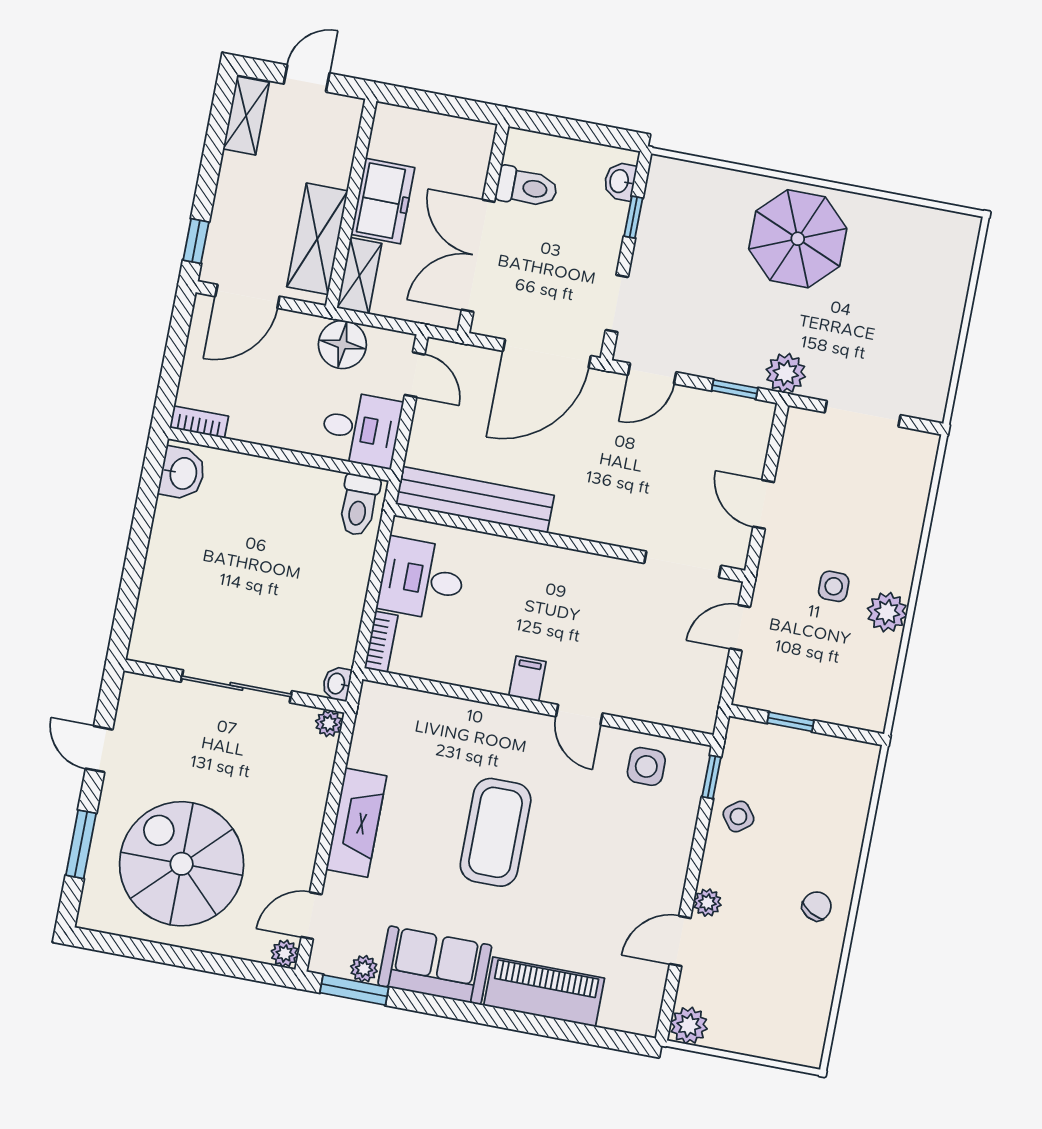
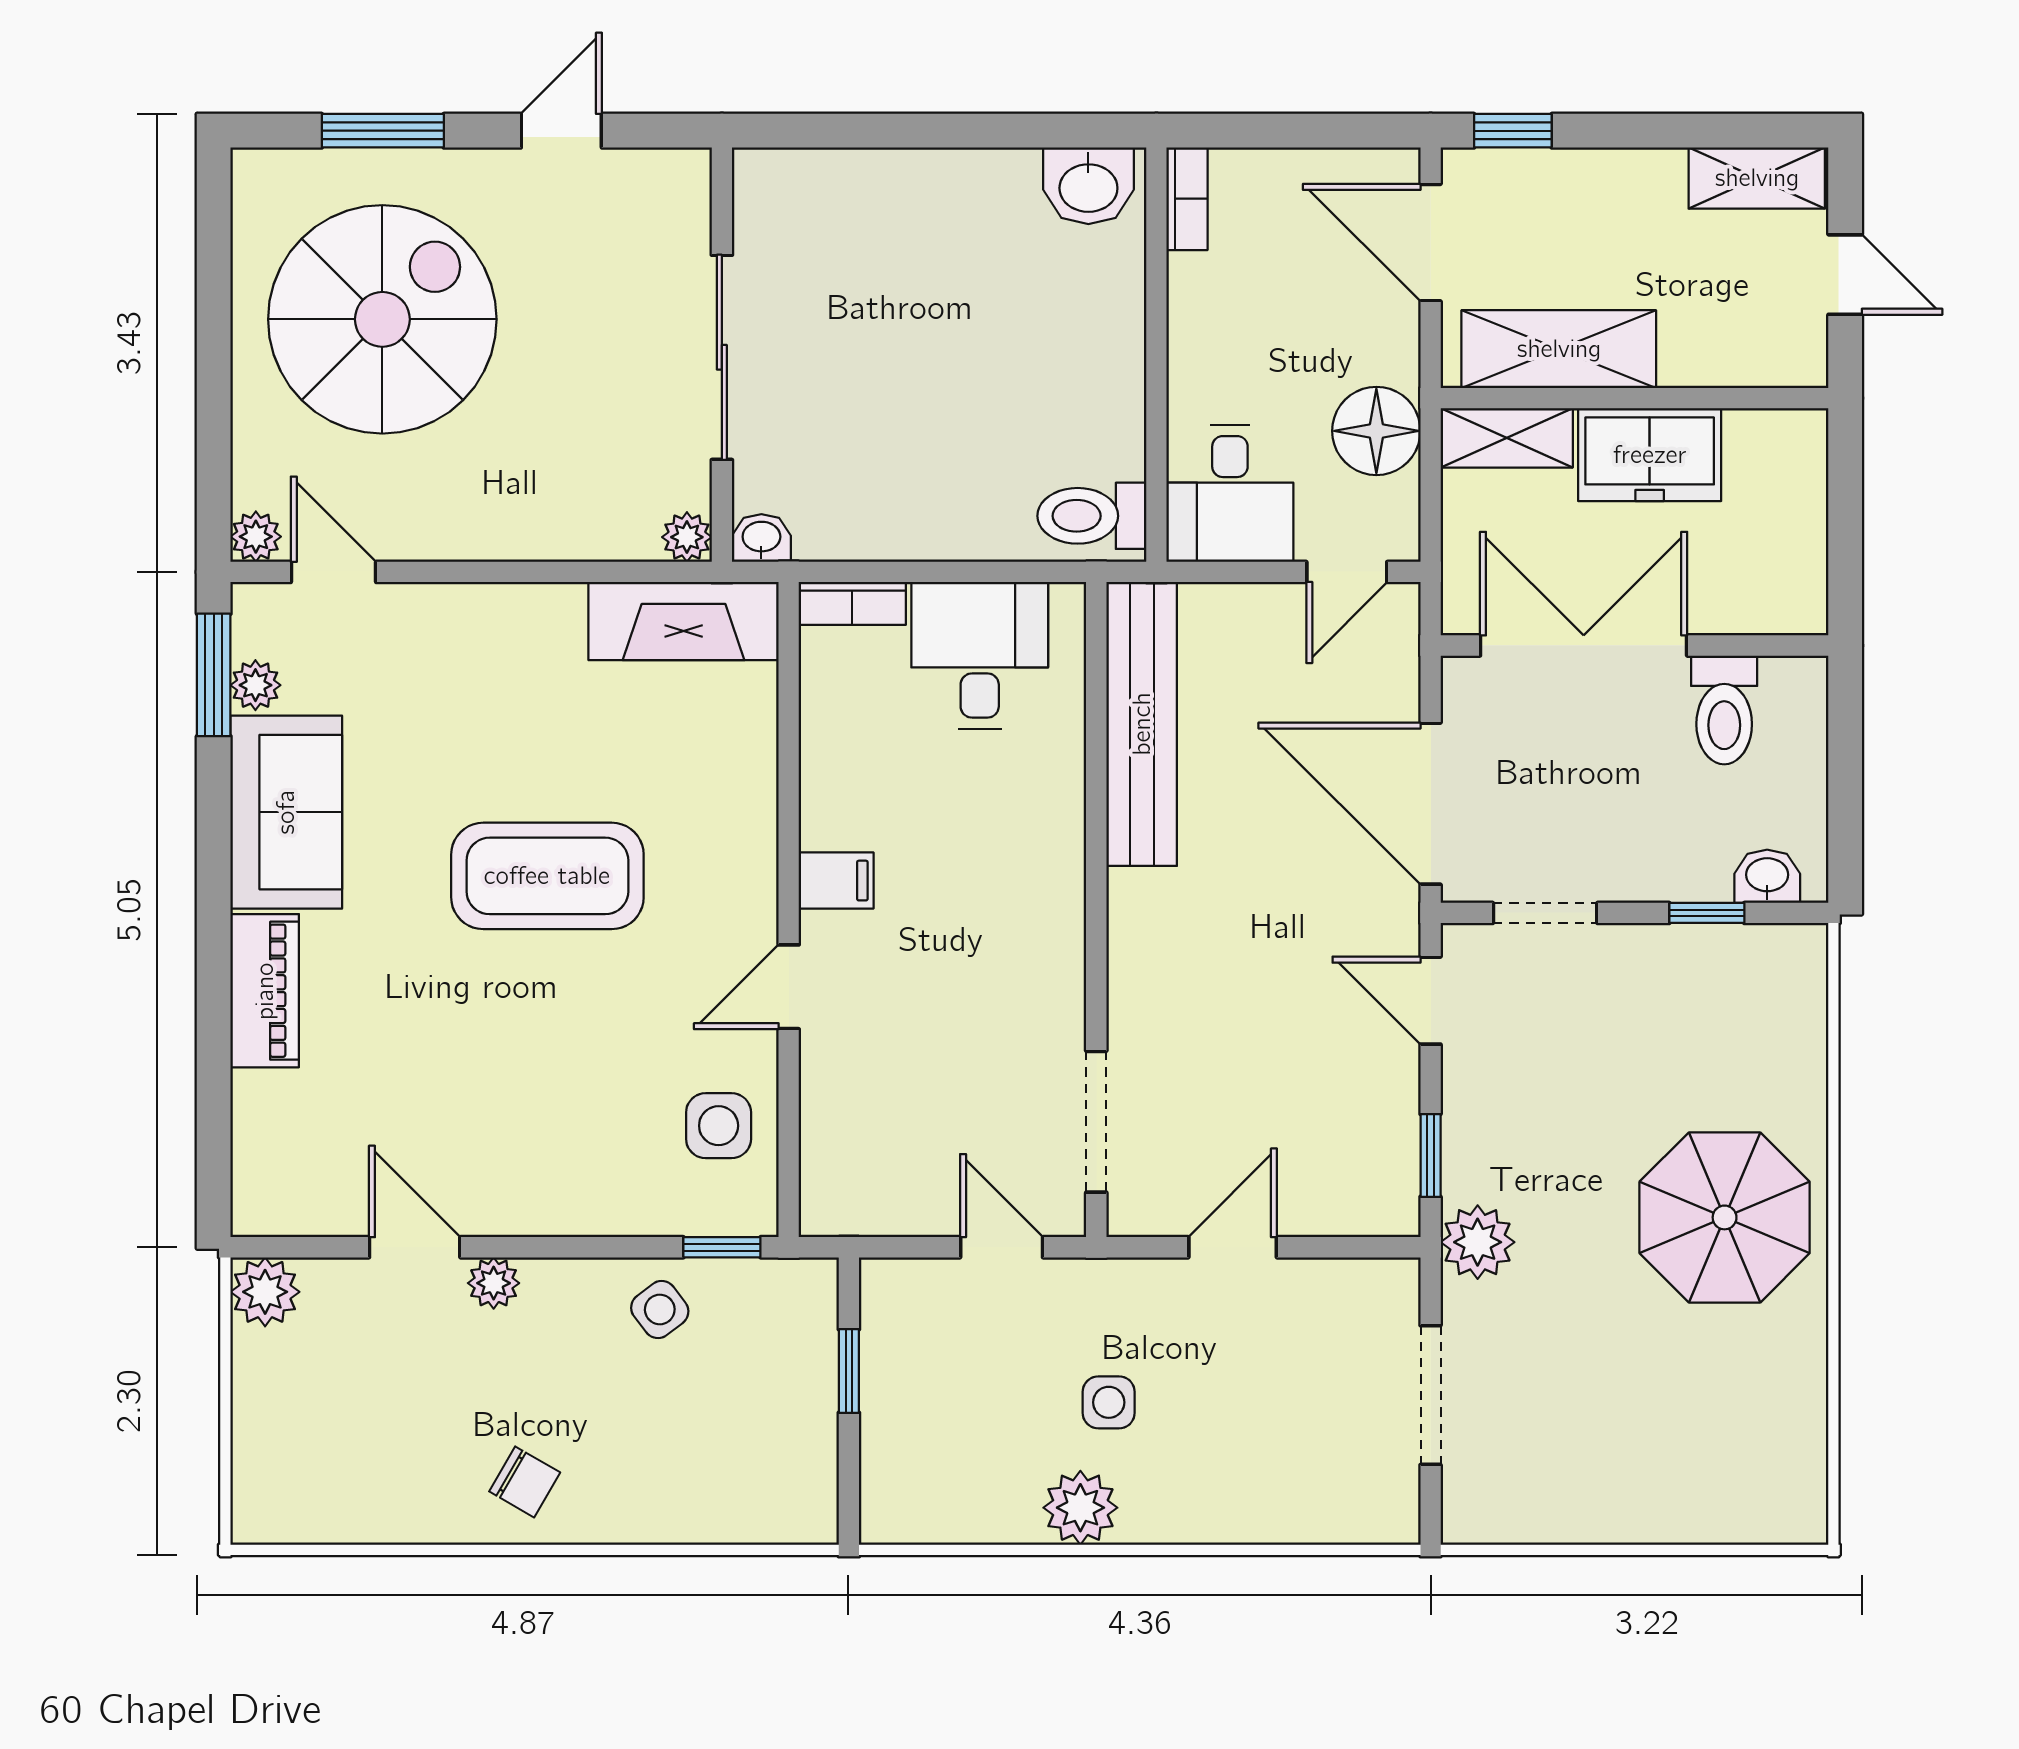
fireplace: (356, 823) -> (684, 621), moved
piano: (544, 992) -> (265, 991), width x0.73, depth x0.75

